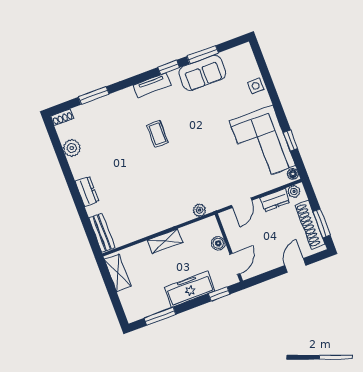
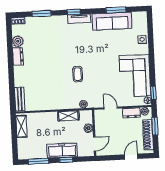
window: (169, 67) -> (74, 12), moved
sofa: (202, 73) -> (112, 21), width x1.36
coffee table: (157, 134) -> (78, 74), moved
window: (290, 140) -> (153, 93), moved
dresser: (87, 191) -> (18, 57), moved
door: (242, 203) -> (111, 108), swing flipped
window: (322, 223) -> (155, 126), moved
shelving: (165, 241) -> (68, 116), moved
window: (219, 294) -> (66, 160), moved

